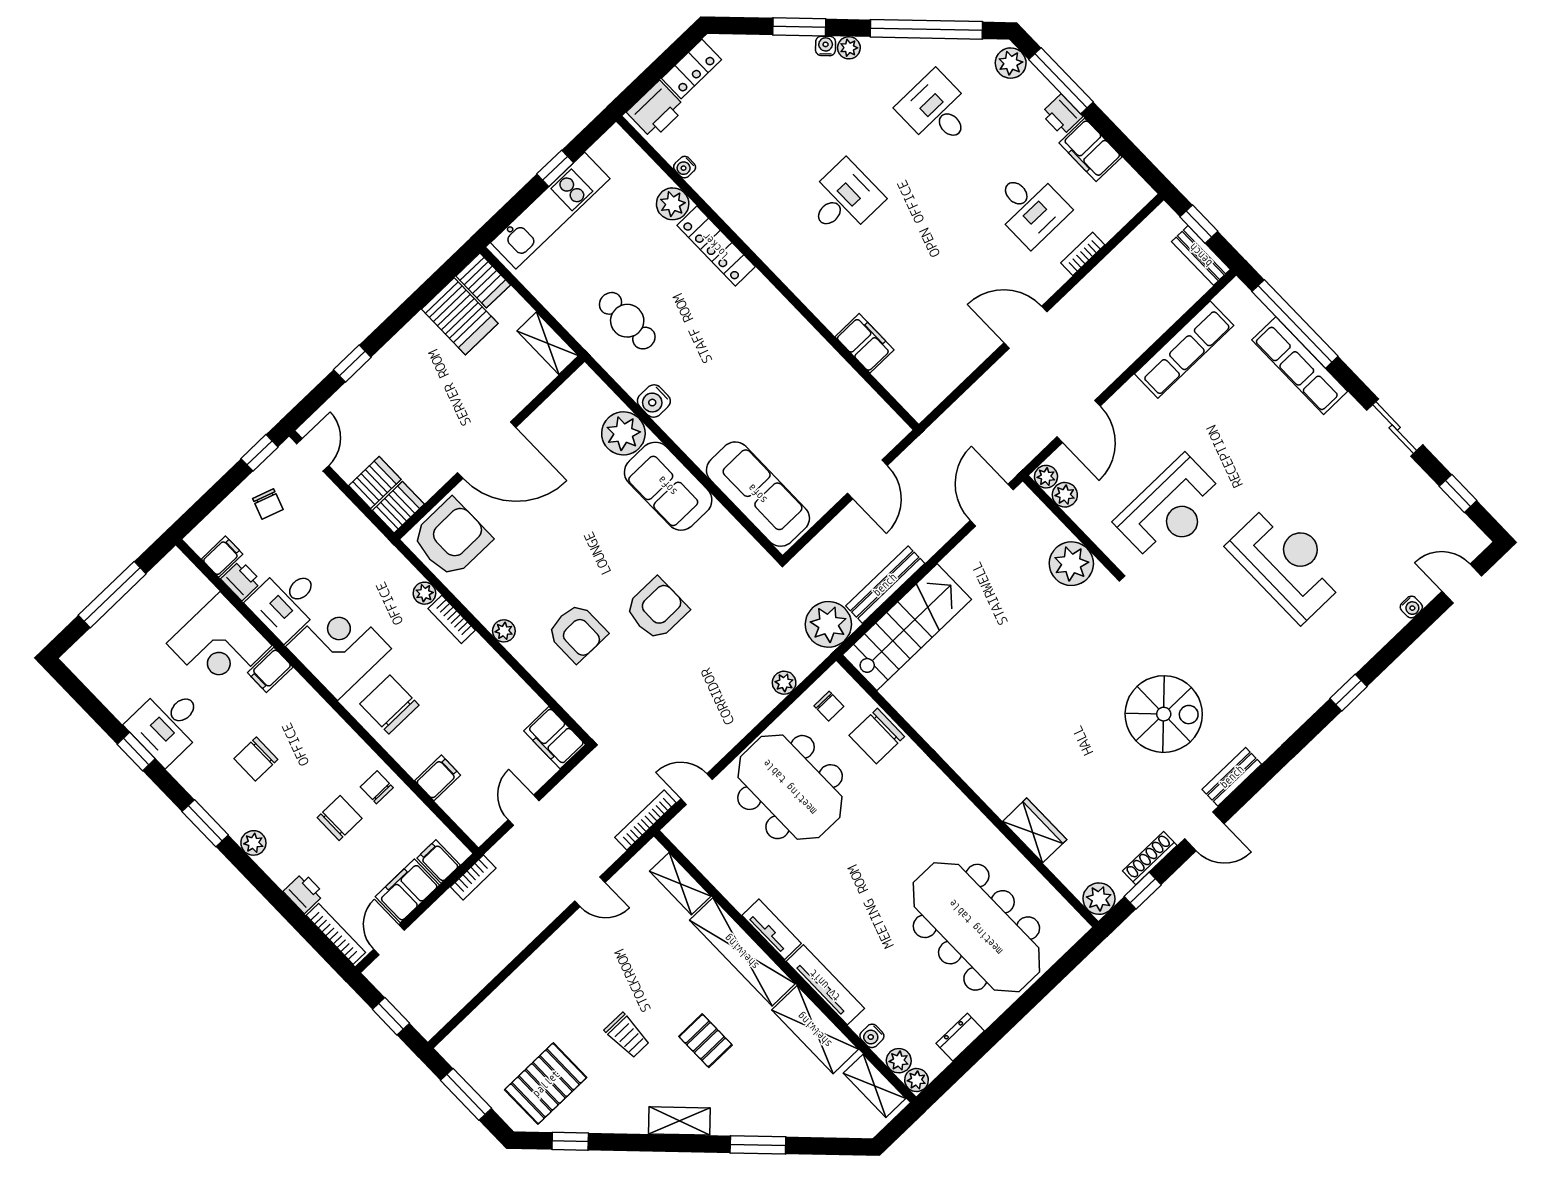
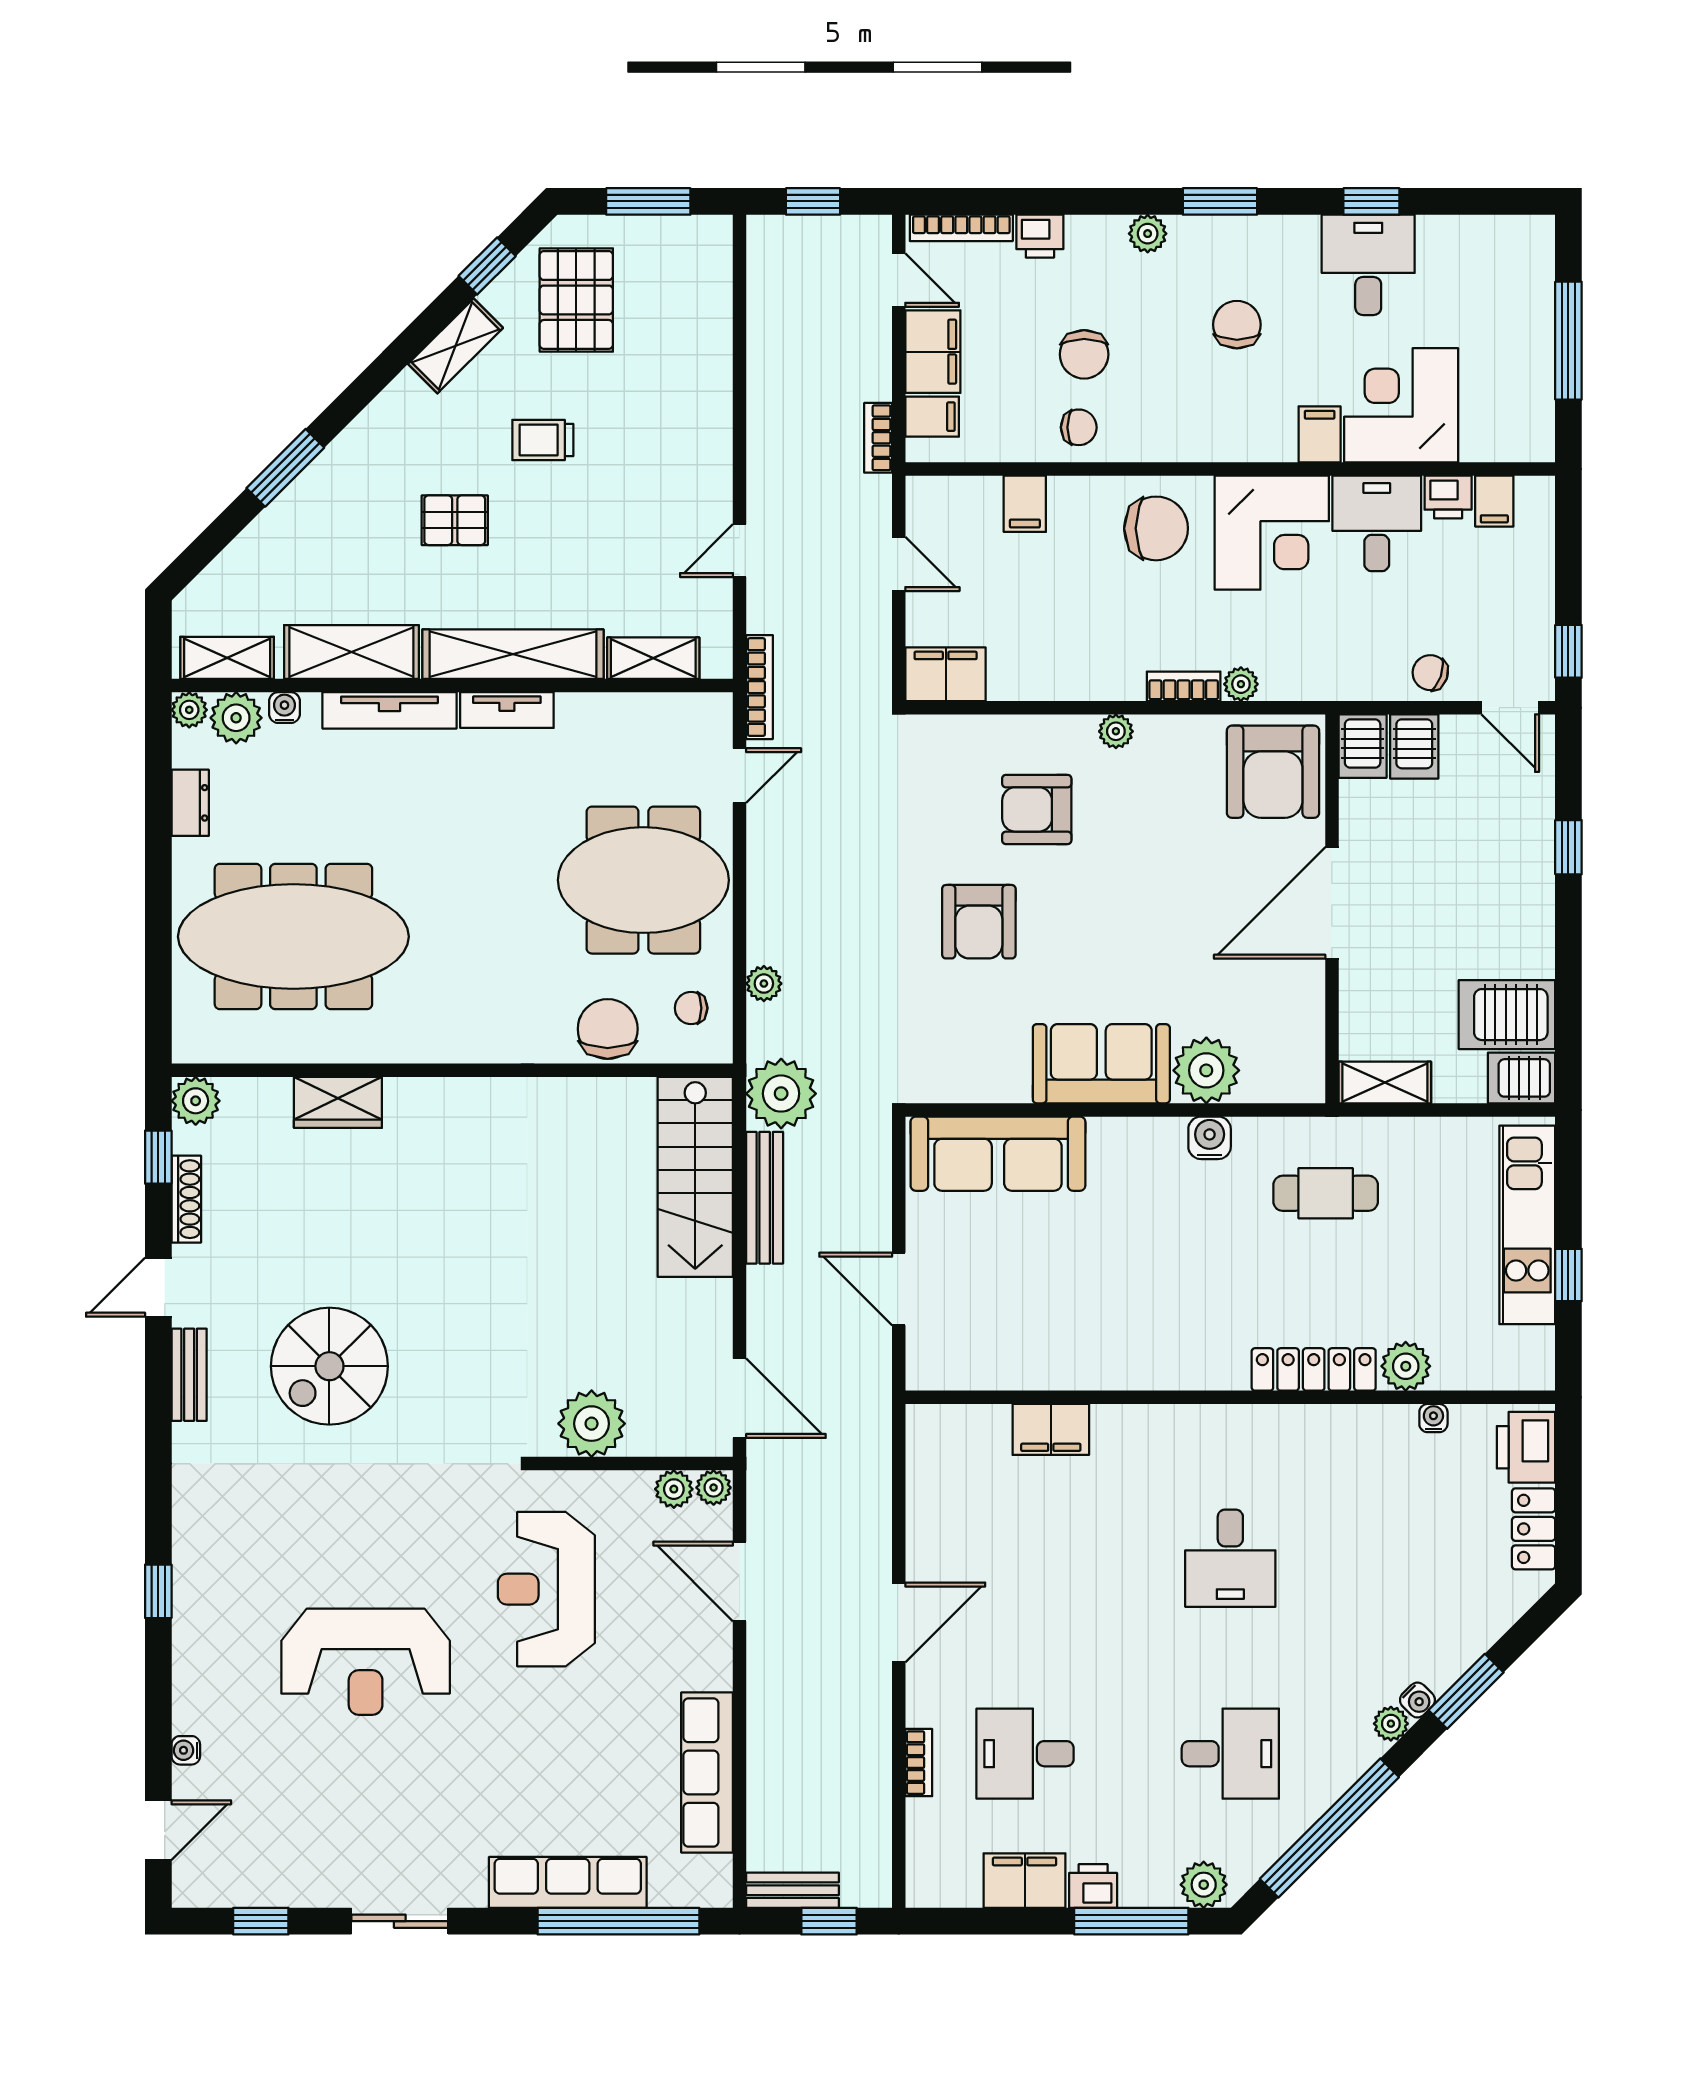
chair: (268, 504) -> (1430, 673), moved
plant: (899, 1061) -> (236, 718), width x1.38, depth x1.38
shelving: (679, 1121) -> (455, 346), moved

